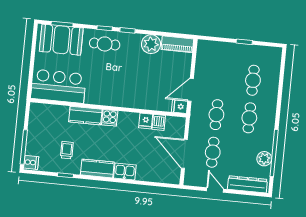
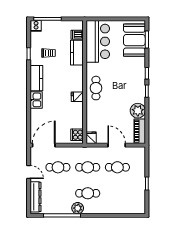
cafe table: (105, 44) -> (96, 88), moved
cafe table: (253, 80) -> (117, 167), moved
door: (191, 90) -> (117, 145), moved
kitchen counter: (85, 116) -> (77, 53), moved
cooker: (110, 118) -> (77, 135), moved
fridge: (146, 121) -> (77, 97), moved
dishwasher: (159, 122) -> (77, 35), moved
door: (184, 154) -> (44, 145), moved
plant: (264, 159) -> (78, 208), moved
door: (215, 190) -> (29, 172), hinge flipped

